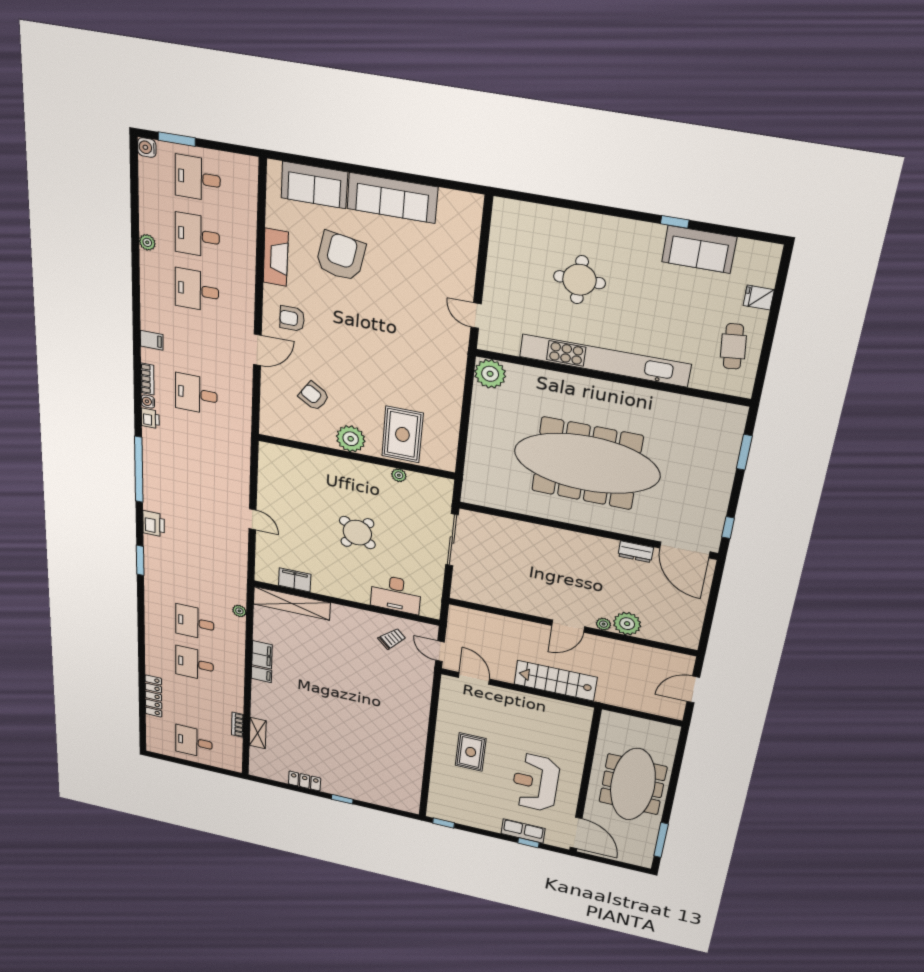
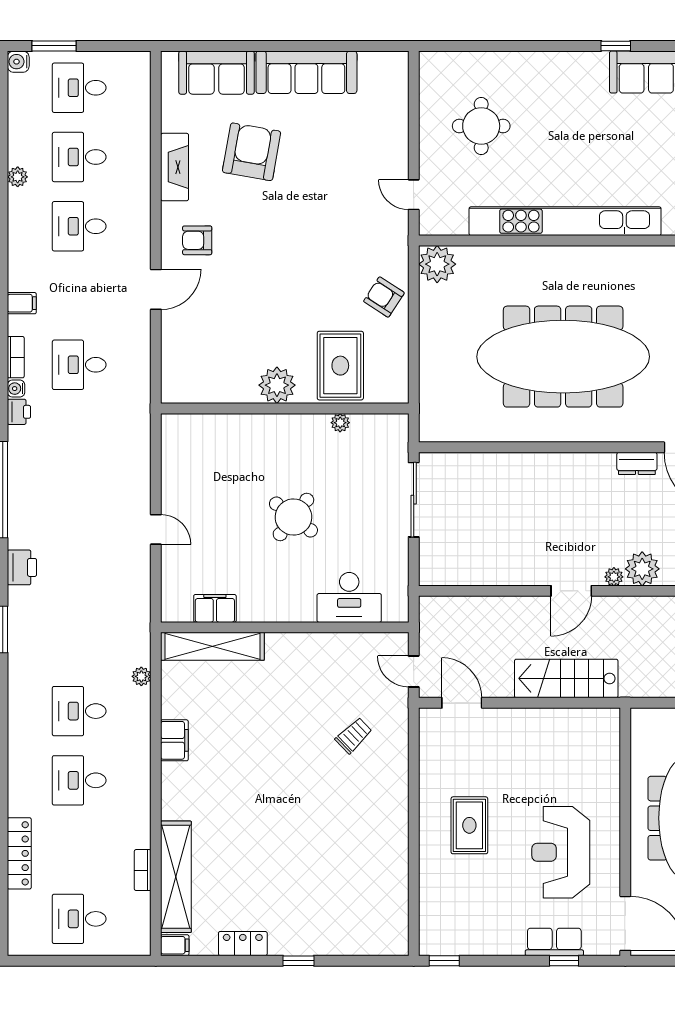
round table: (579, 280) -> (481, 126), moved
armchair: (314, 396) -> (384, 297), moved
trolley: (392, 639) -> (354, 735), moved
filing cabinet: (261, 674) -> (175, 945), moved
shelving: (258, 733) -> (176, 877), width x2.20, depth x1.33

